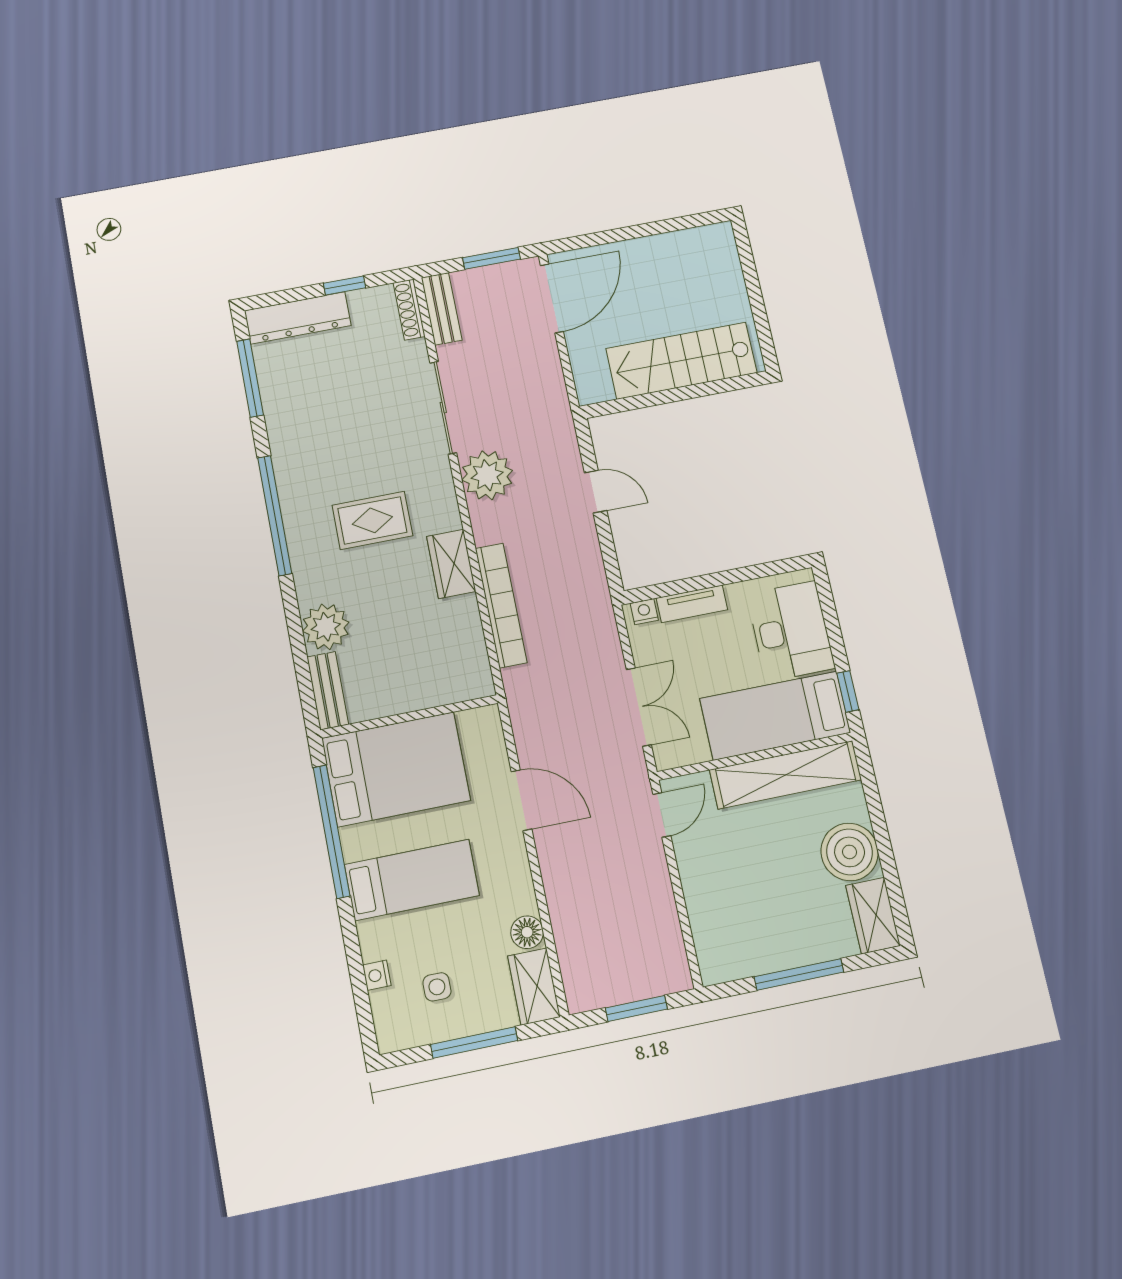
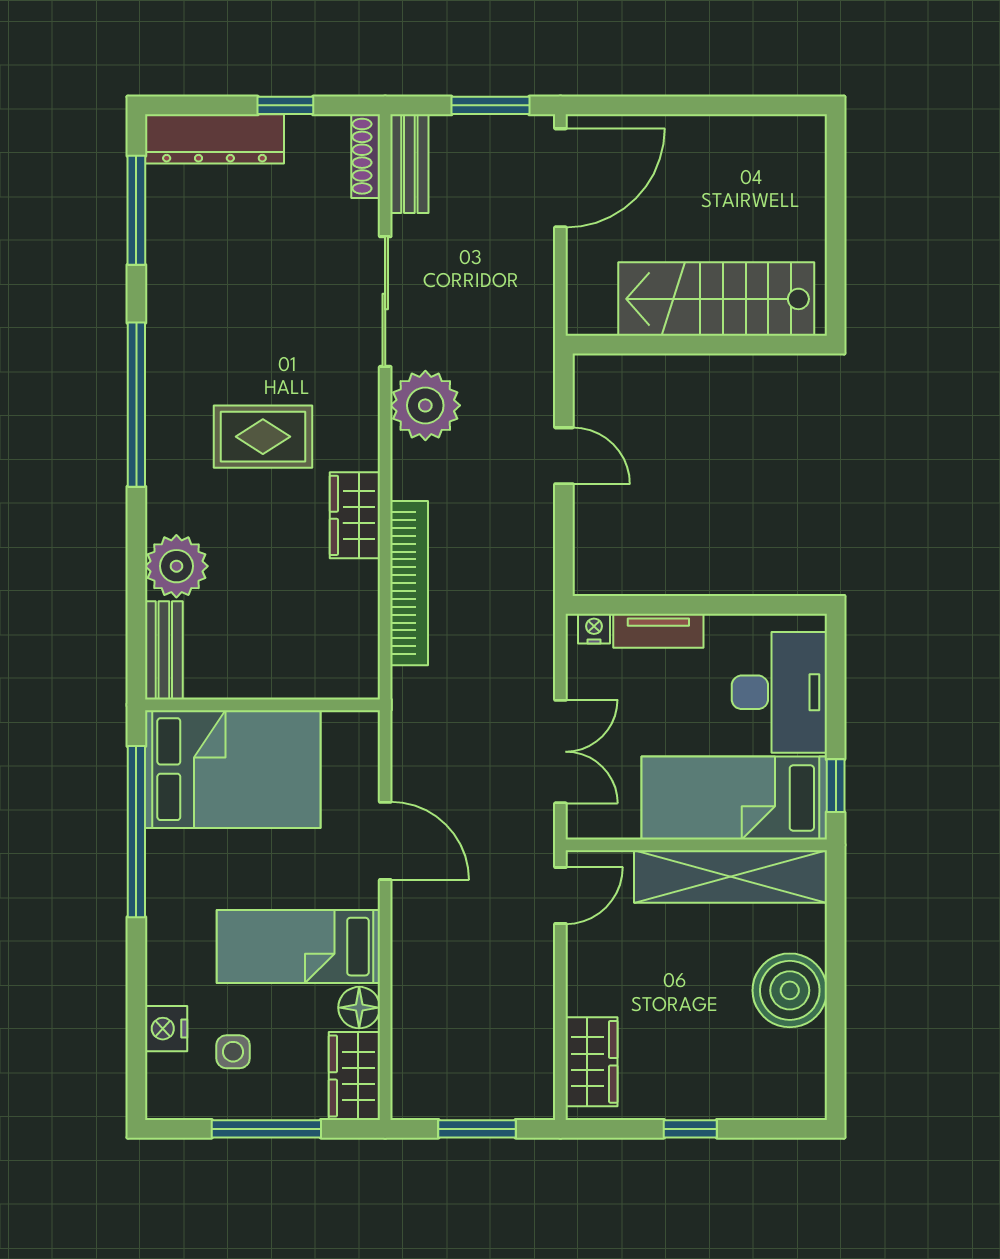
bed: (412, 880) -> (298, 947), moved, turned 180
wardrobe: (873, 916) -> (592, 1062), moved, turned 180
window: (799, 974) -> (690, 1129), width x0.46
nightstand: (377, 975) -> (166, 1029), width x1.39, depth x1.35

